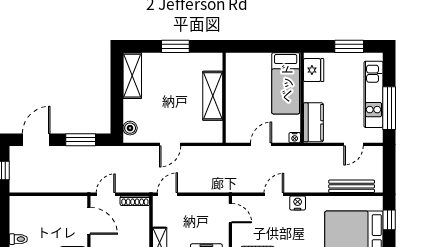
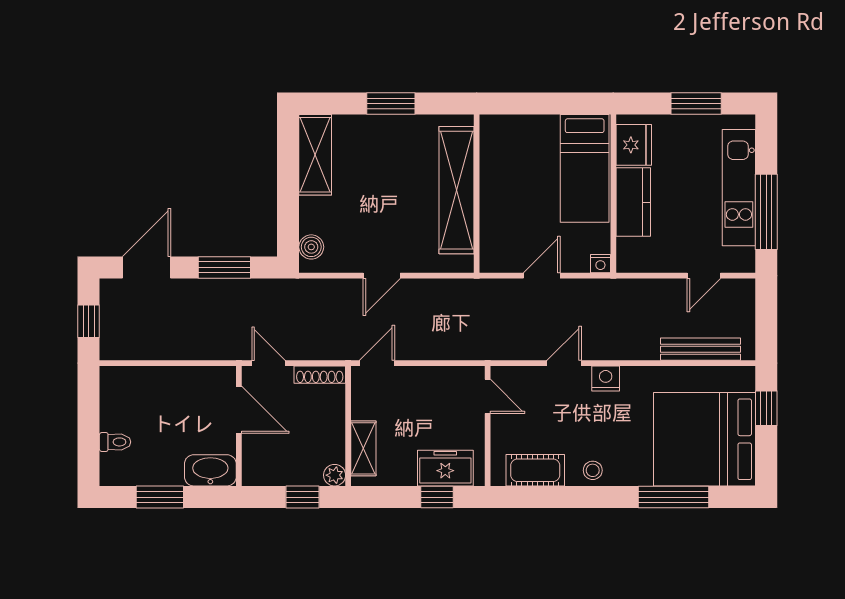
shelving: (213, 96) -> (457, 190), width x1.47
kitchen counter: (313, 122) -> (633, 202), moved
door: (106, 194) -> (269, 363), hinge flipped

